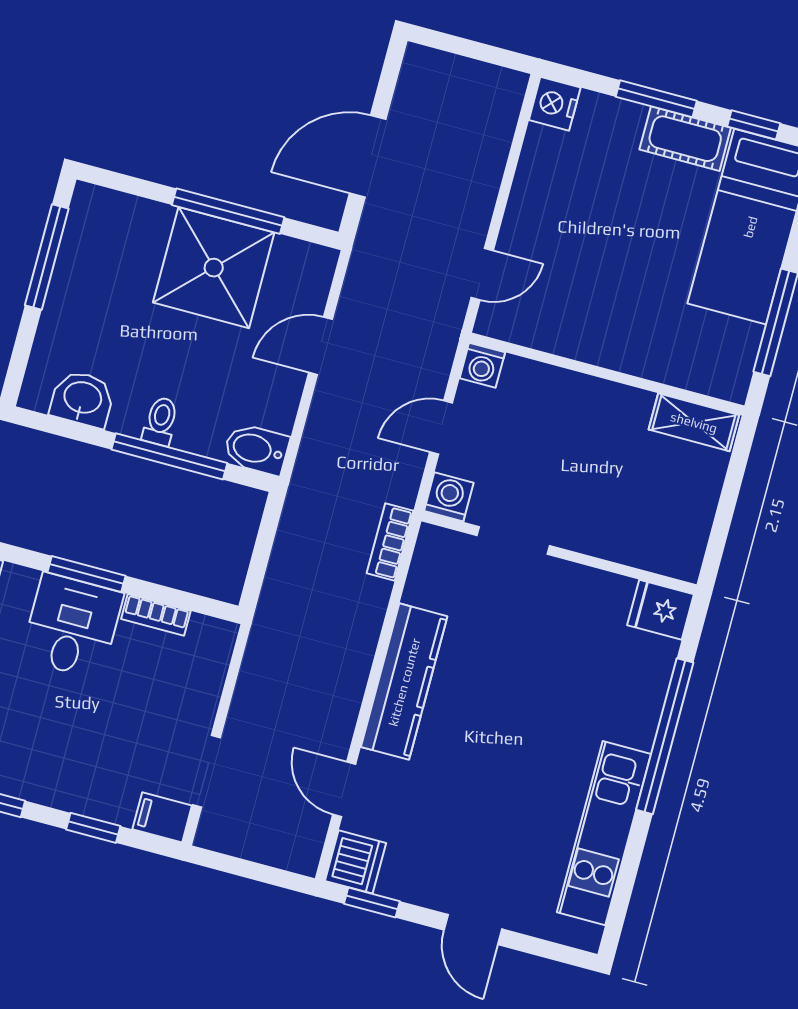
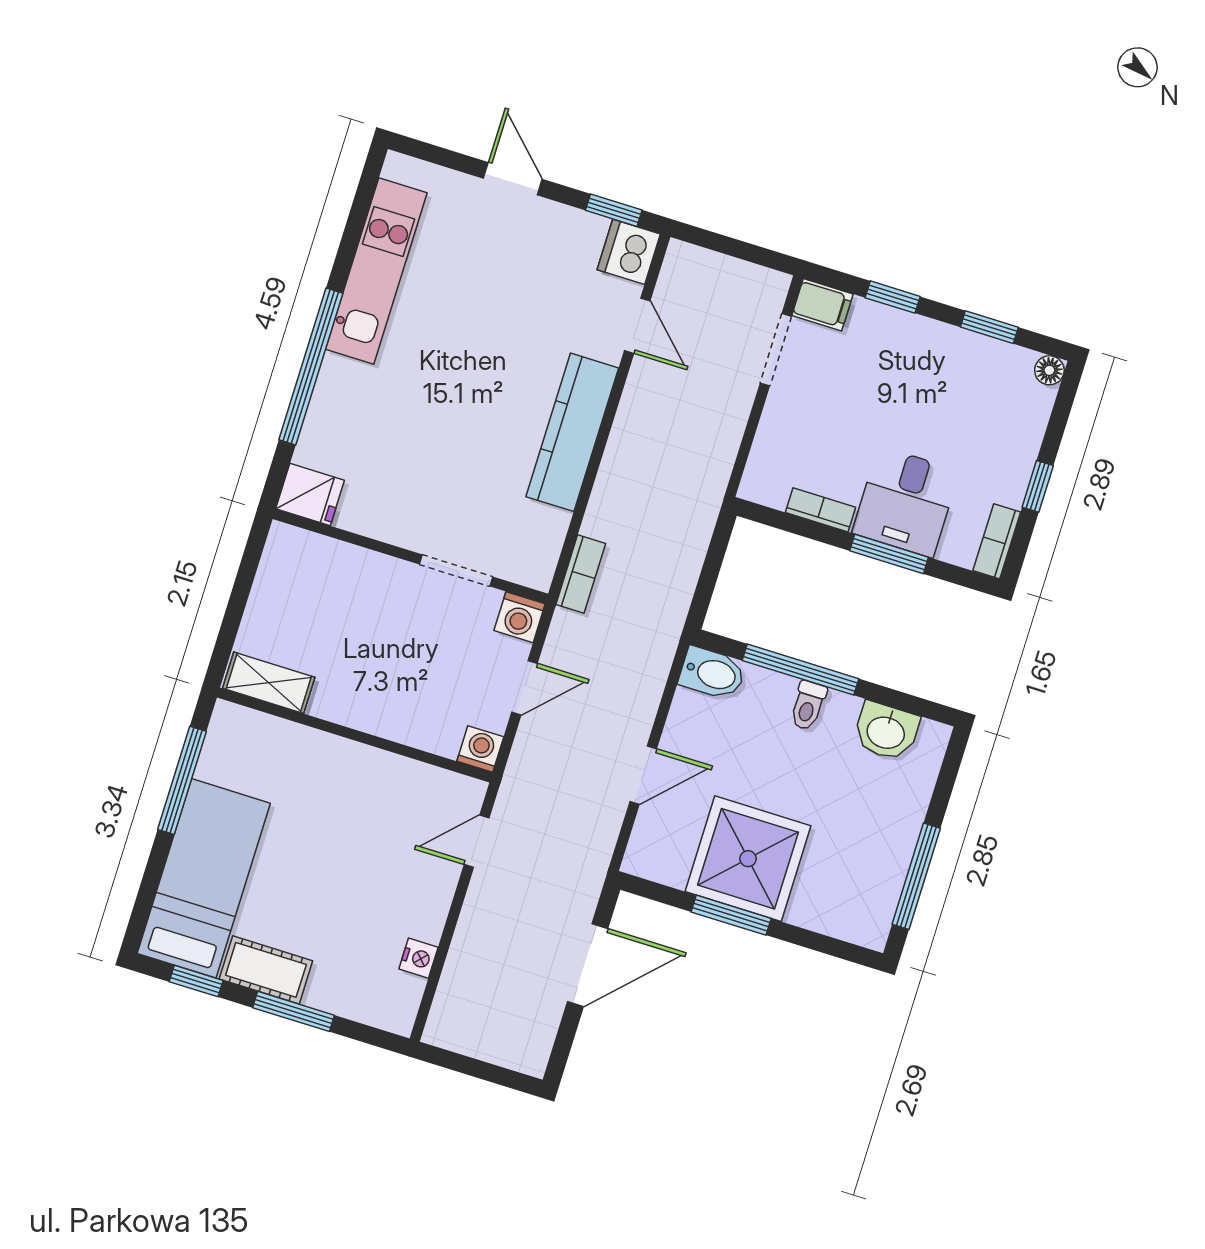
nightstand: (555, 104) -> (419, 958), moved, width x0.72, depth x0.74
window: (228, 211) -> (731, 915), width x0.69

